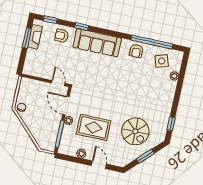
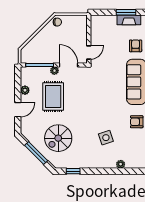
side table: (162, 61) -> (106, 138), moved
door: (66, 106) -> (68, 65), hinge flipped
window: (145, 156) -> (36, 153), width x1.44

